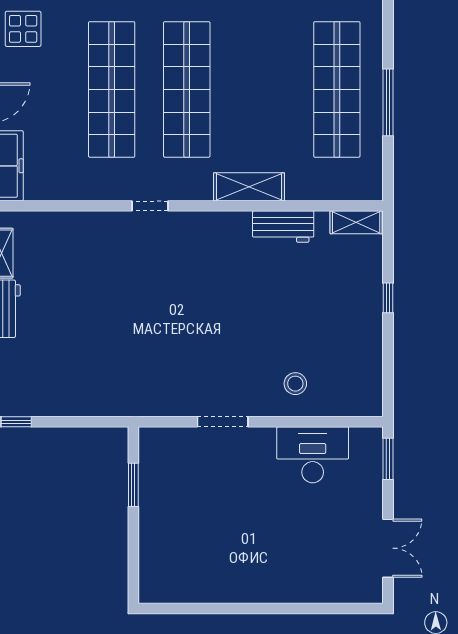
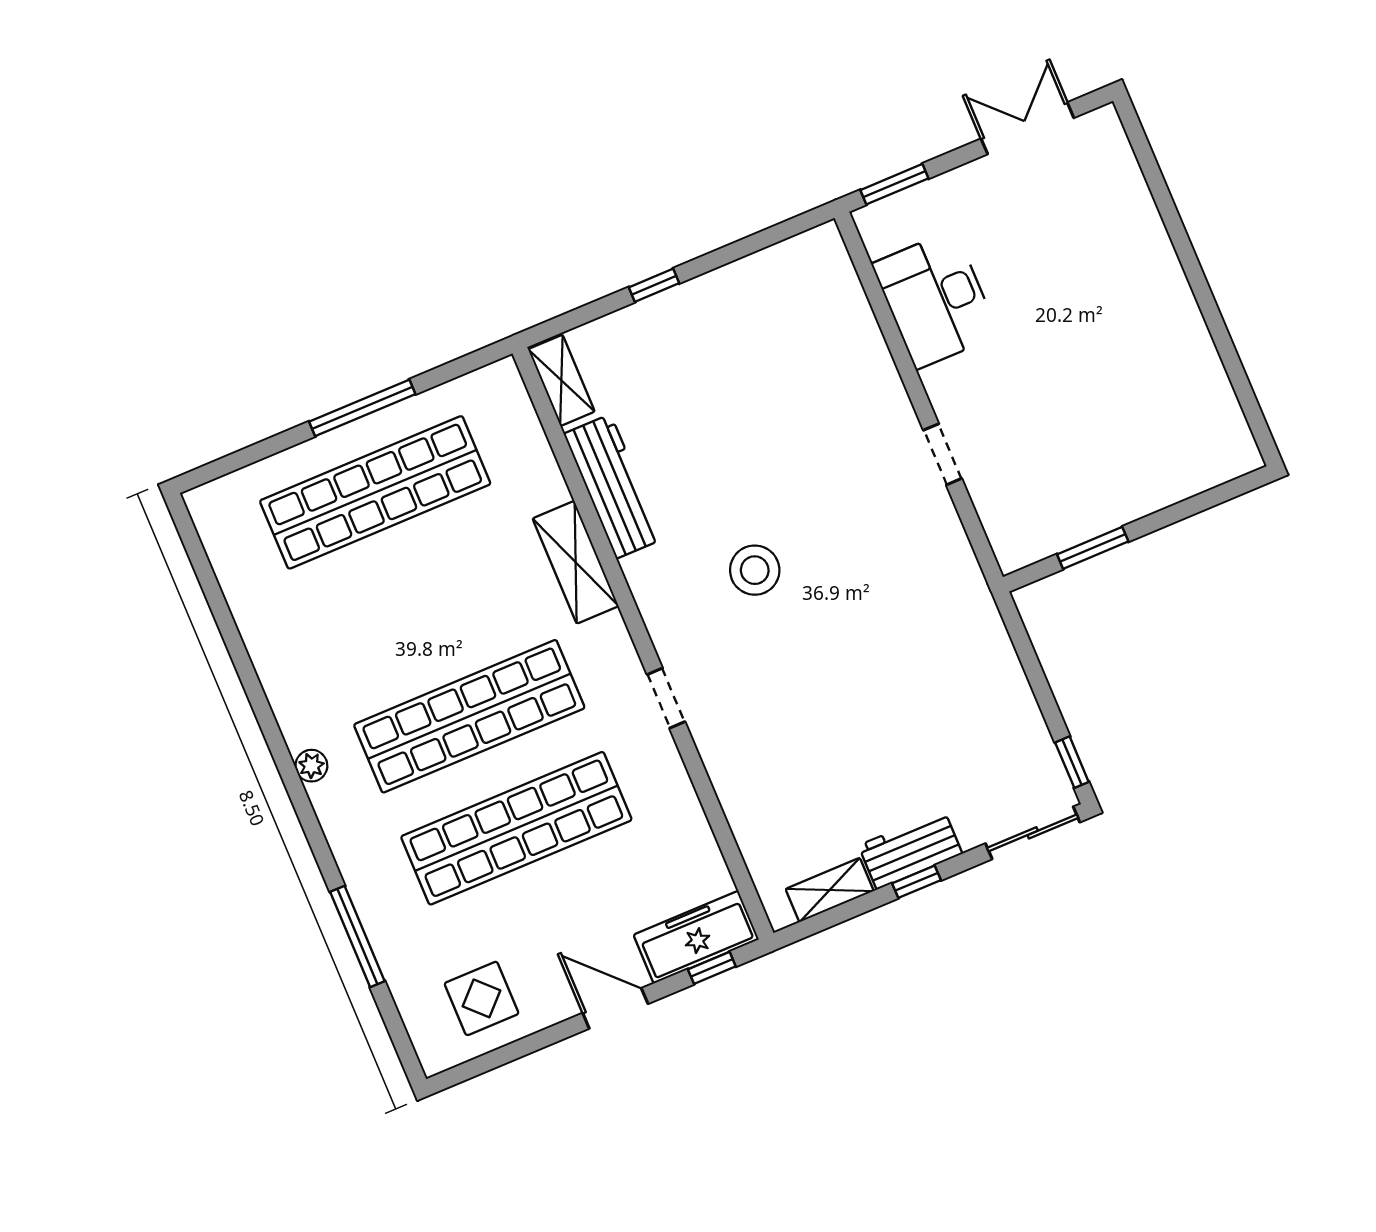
workbench: (283, 227) -> (613, 486), width x1.38
stool: (295, 384) -> (755, 570), moved, width x1.38, depth x1.38
doorway: (223, 422) -> (943, 454), width x0.73

